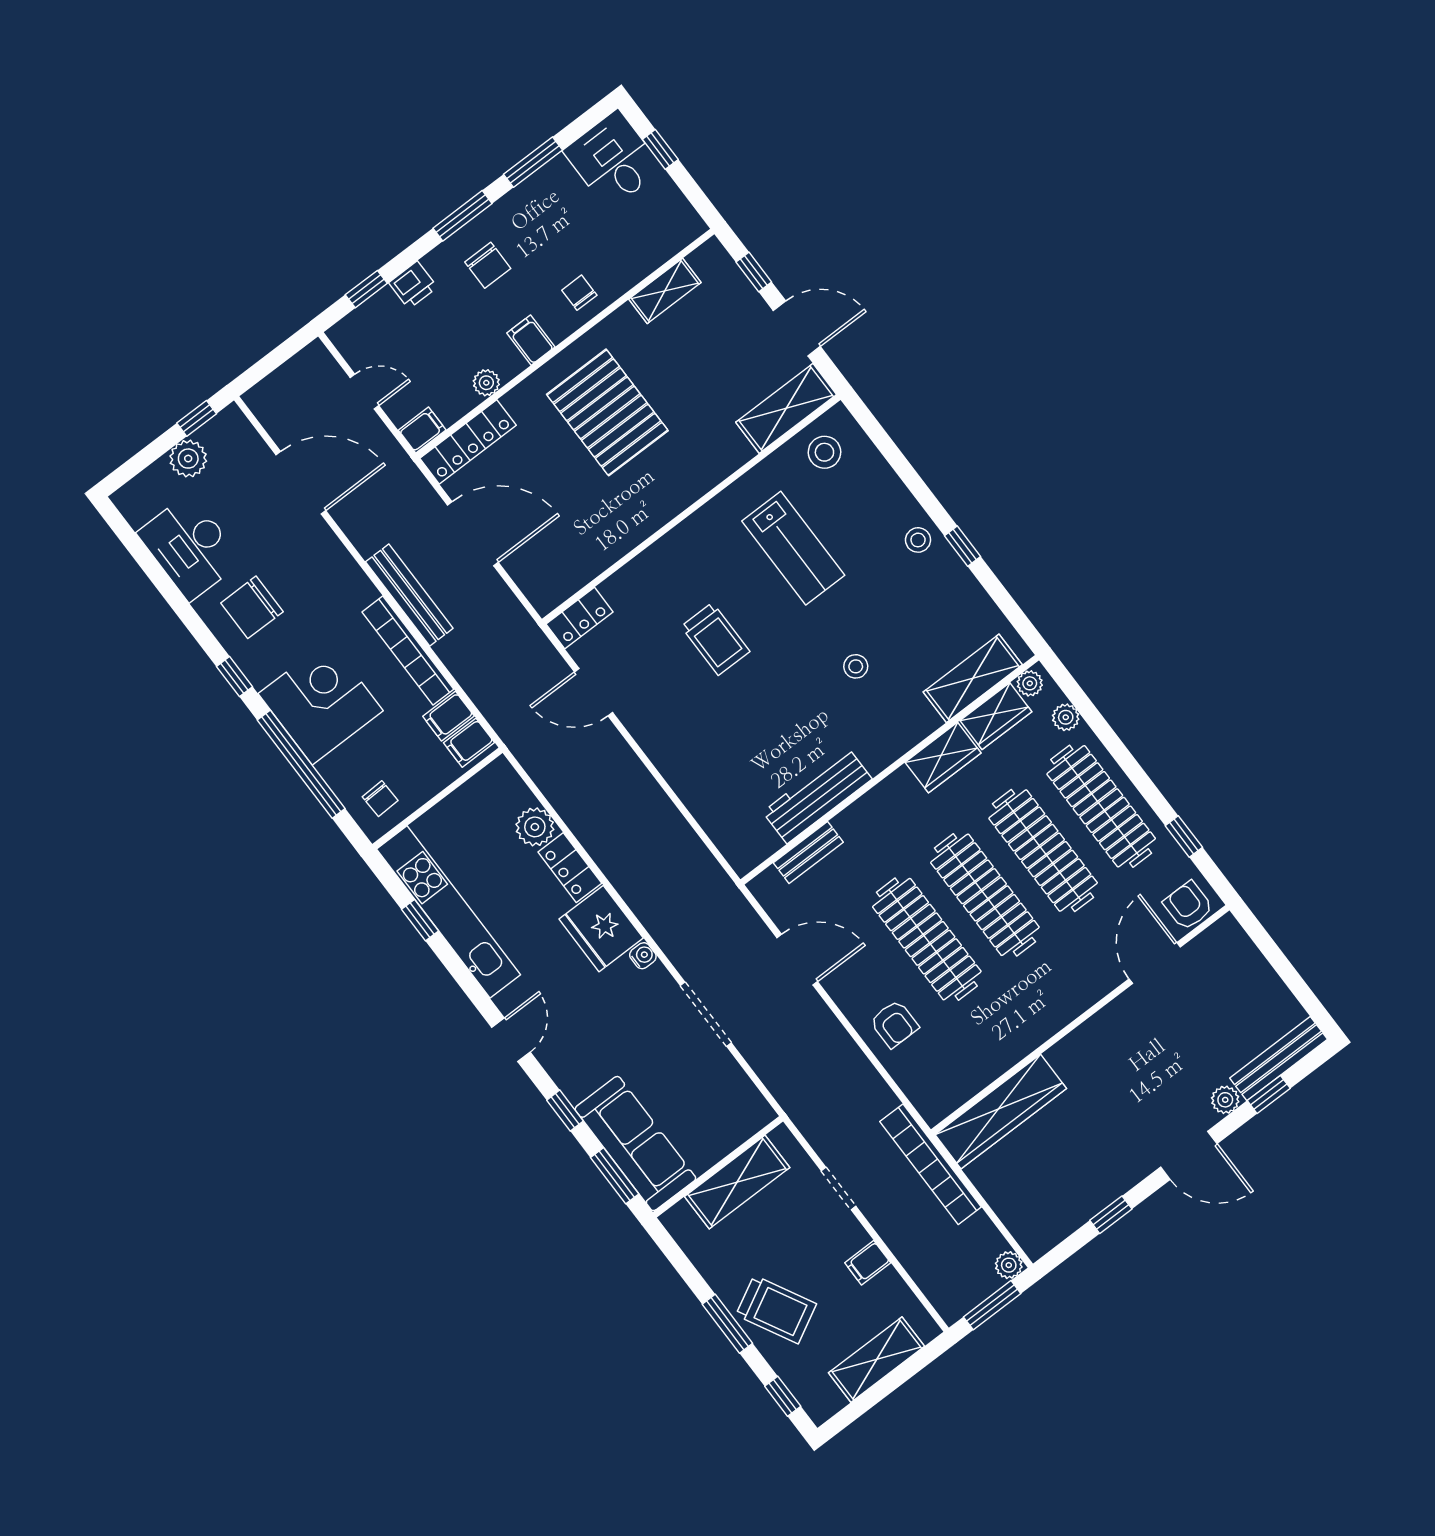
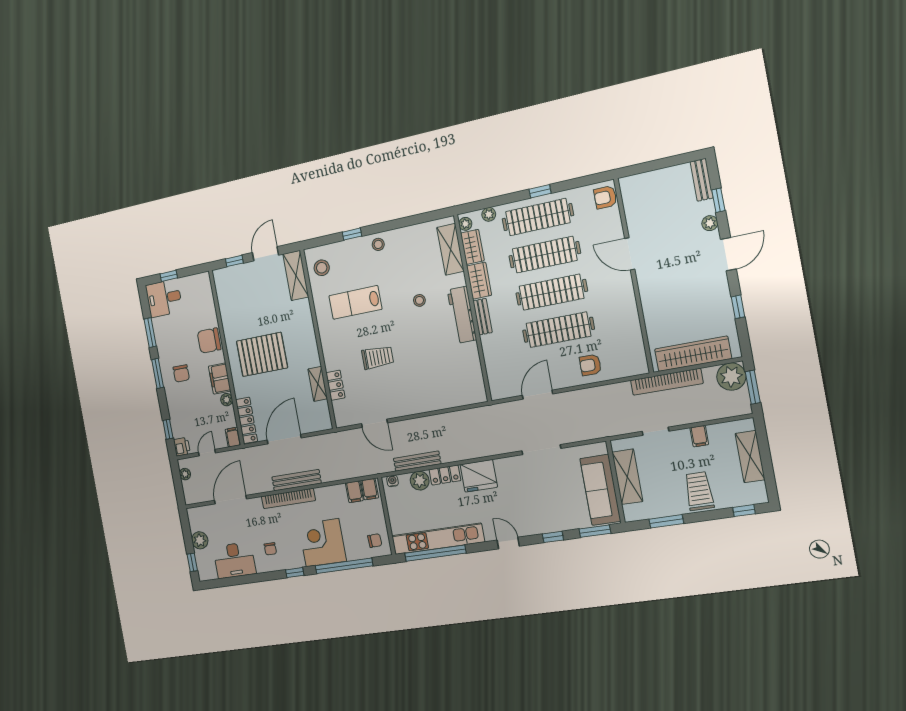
chair: (488, 265) -> (181, 373), turned 90
printer: (413, 285) -> (182, 447), moved
shelving: (665, 291) -> (318, 384), moved
chair: (579, 293) -> (209, 341), width x1.87, depth x1.87
filing cabinet: (531, 340) -> (220, 379), width x2.00
plant: (299, 366) -> (185, 474), added
window: (197, 418) -> (192, 562), moved
window: (963, 546) -> (352, 234), moved
lab bench: (793, 548) -> (355, 302), turned 180
chair: (252, 607) -> (270, 549), width x0.54, depth x0.54
locker: (580, 618) -> (335, 385), moved
bookcase: (408, 651) -> (288, 498), moved
door: (593, 692) -> (374, 423), hinge flipped
workbench: (817, 795) -> (462, 315), moved
bench: (567, 805) -> (417, 461), added
window: (1184, 837) -> (540, 191), moved
bench: (808, 852) -> (483, 317), moved
window: (420, 920) -> (435, 553), width x3.17
water cooler: (643, 956) -> (392, 481), moved
door: (1155, 963) -> (630, 254), moved
armchair: (894, 1024) -> (590, 365), turned 180
bench: (1279, 1059) -> (702, 180), width x0.73
wardrobe: (1001, 1112) -> (693, 354), moved, turned -90
sofa: (635, 1144) -> (600, 490), moved, turned -90
plant: (1009, 1265) -> (731, 377), width x1.88, depth x1.88
trolley: (776, 1309) -> (699, 491), turned -62
window: (727, 1324) -> (666, 521), moved

